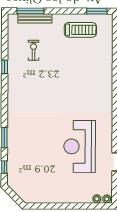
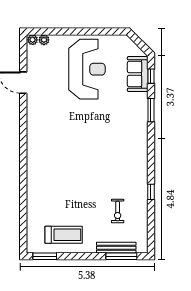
treadmill: (80, 30) -> (64, 235), turned 180
reception desk: (80, 146) -> (87, 69), moved
sofa: (16, 169) -> (138, 74), added

